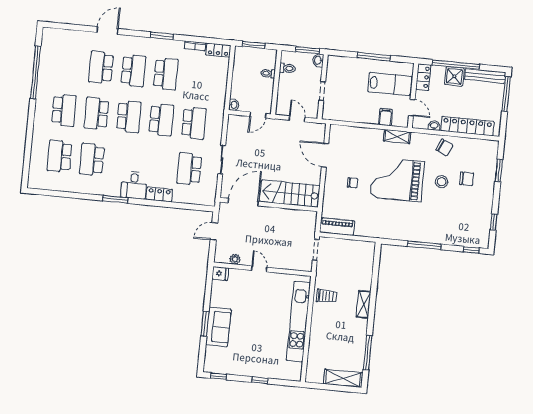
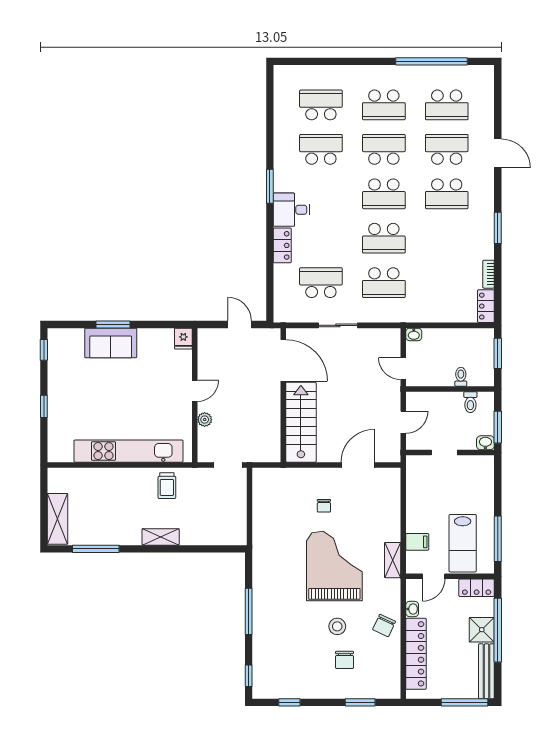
window: (374, 57) -> (498, 539), moved
school desk: (166, 74) -> (447, 105), moved
piano: (337, 227) -> (263, 491), removed
plant: (235, 259) -> (205, 420), moved

